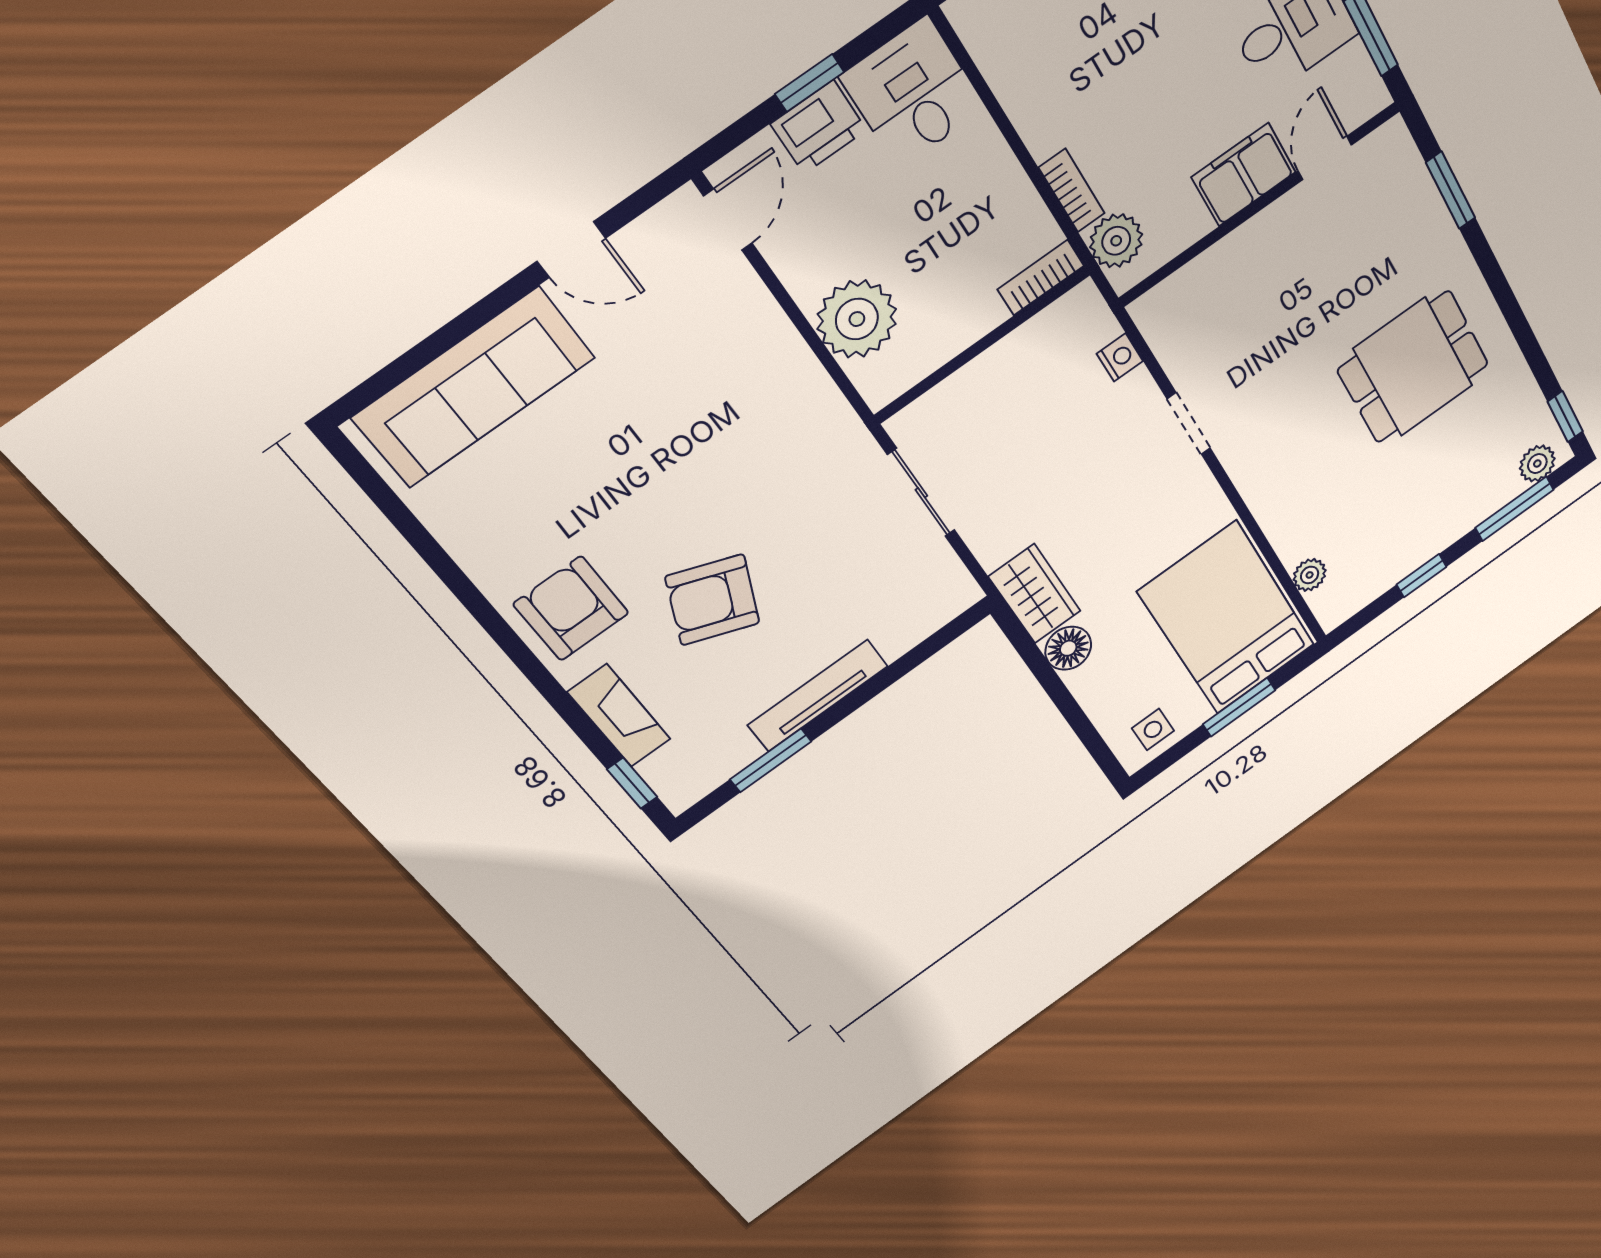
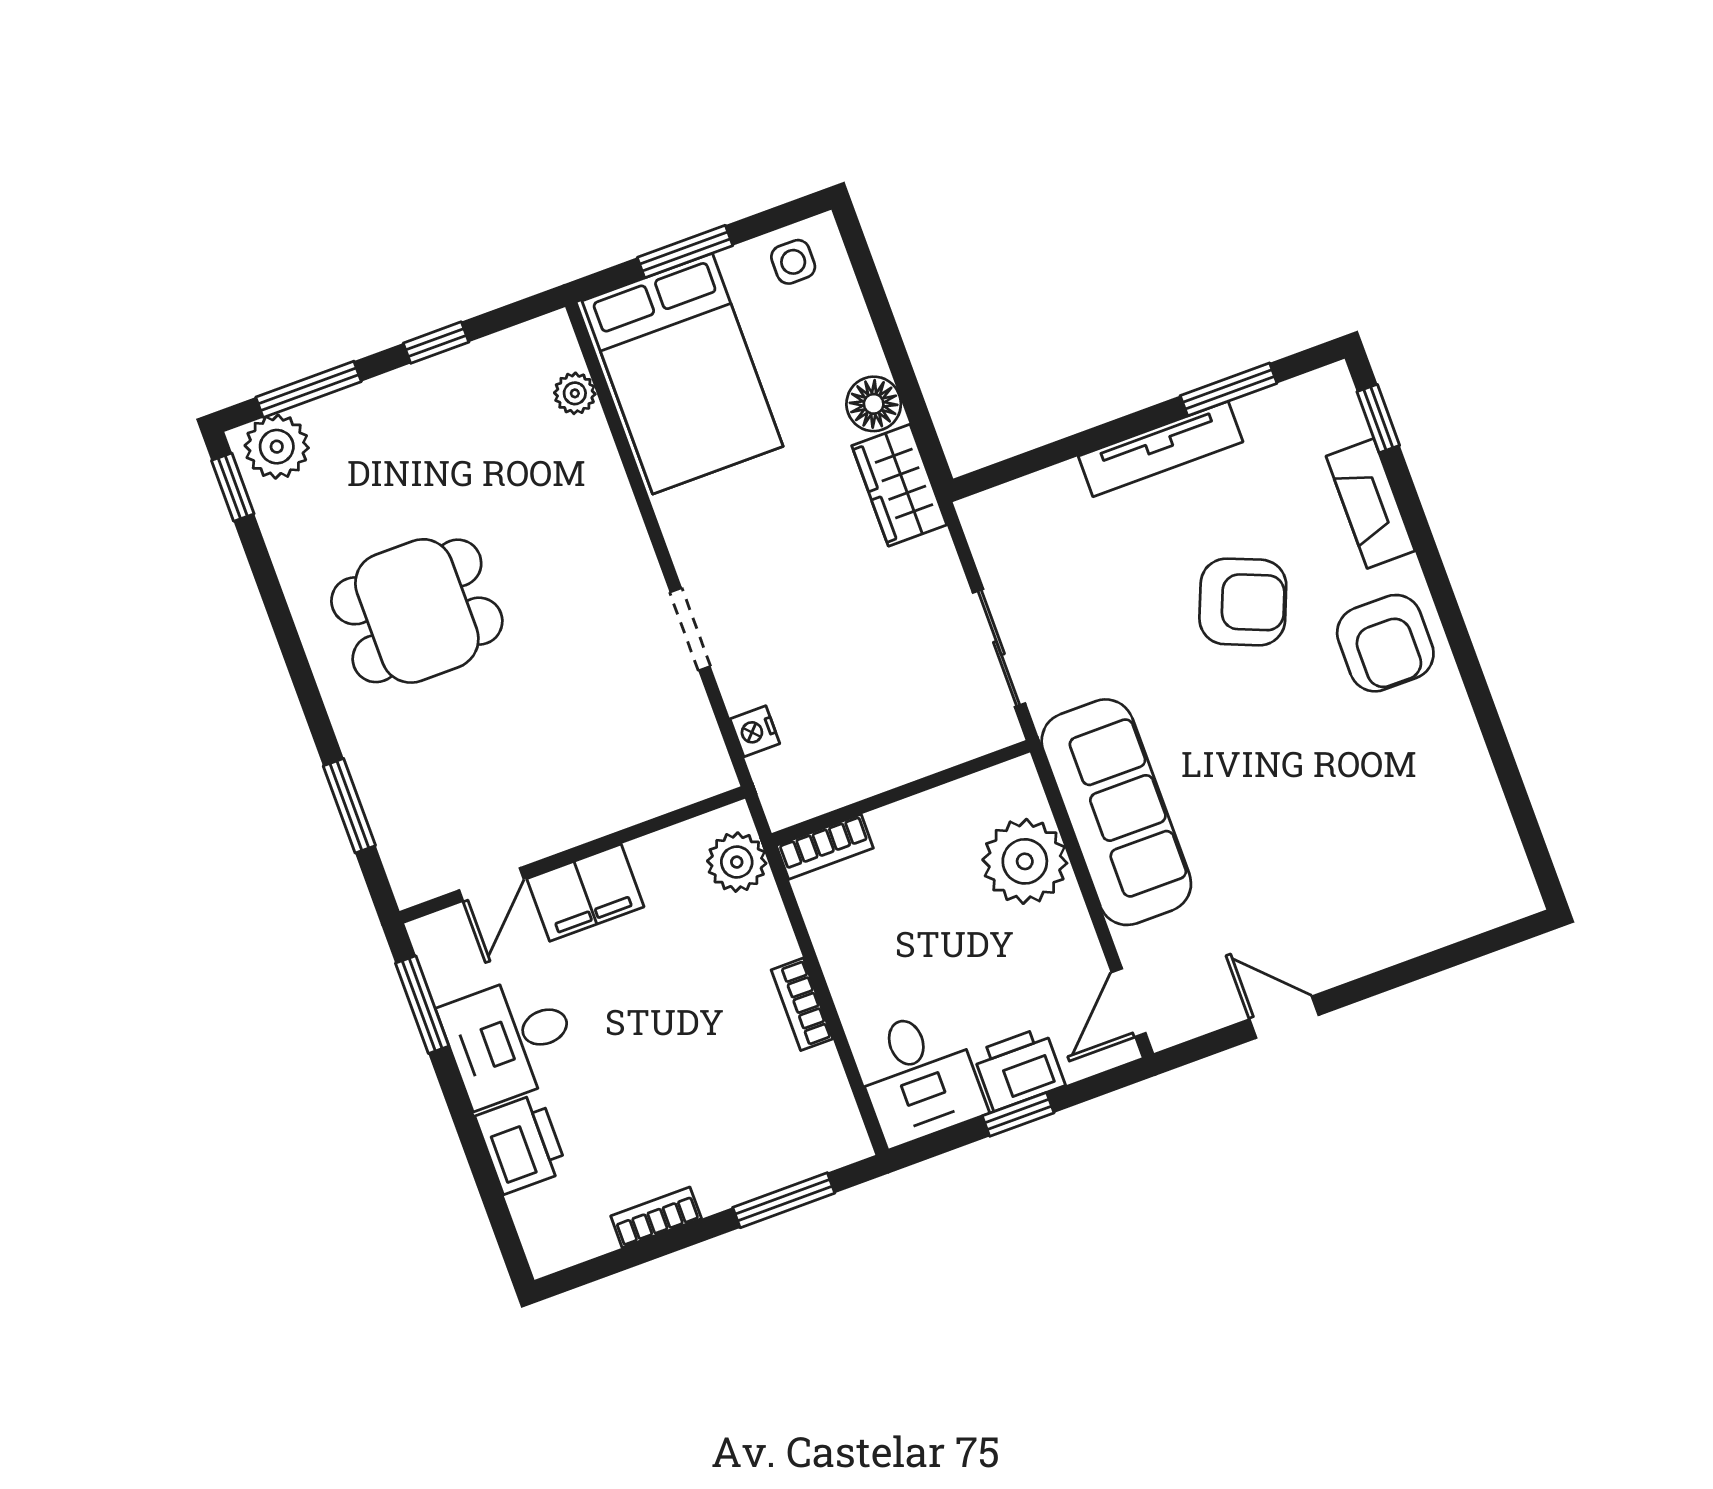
bookcase: (1072, 190) -> (802, 1004), moved
sofa: (474, 387) -> (1116, 812), moved, turned 90
plant: (1537, 464) -> (277, 447), width x1.38, depth x1.38

